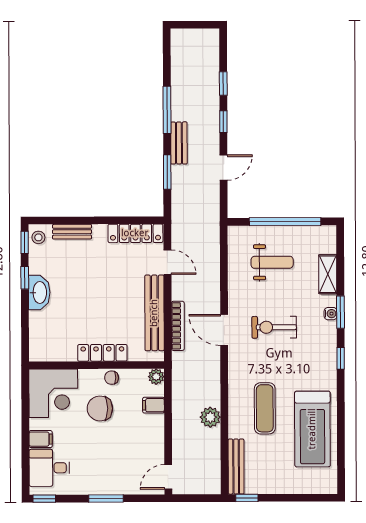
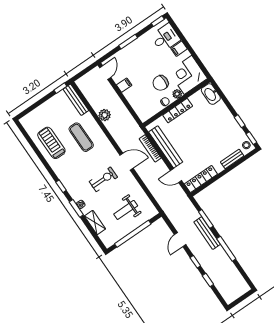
bench: (179, 143) -> (207, 233), width x1.36
washbasin: (39, 293) -> (211, 94), moved
plant: (156, 377) -> (177, 94), moved
filing cabinet: (153, 405) -> (124, 85), moved
chair: (100, 408) -> (161, 83), turned 180
treadmill: (312, 429) -> (51, 143), width x0.73, depth x0.73

